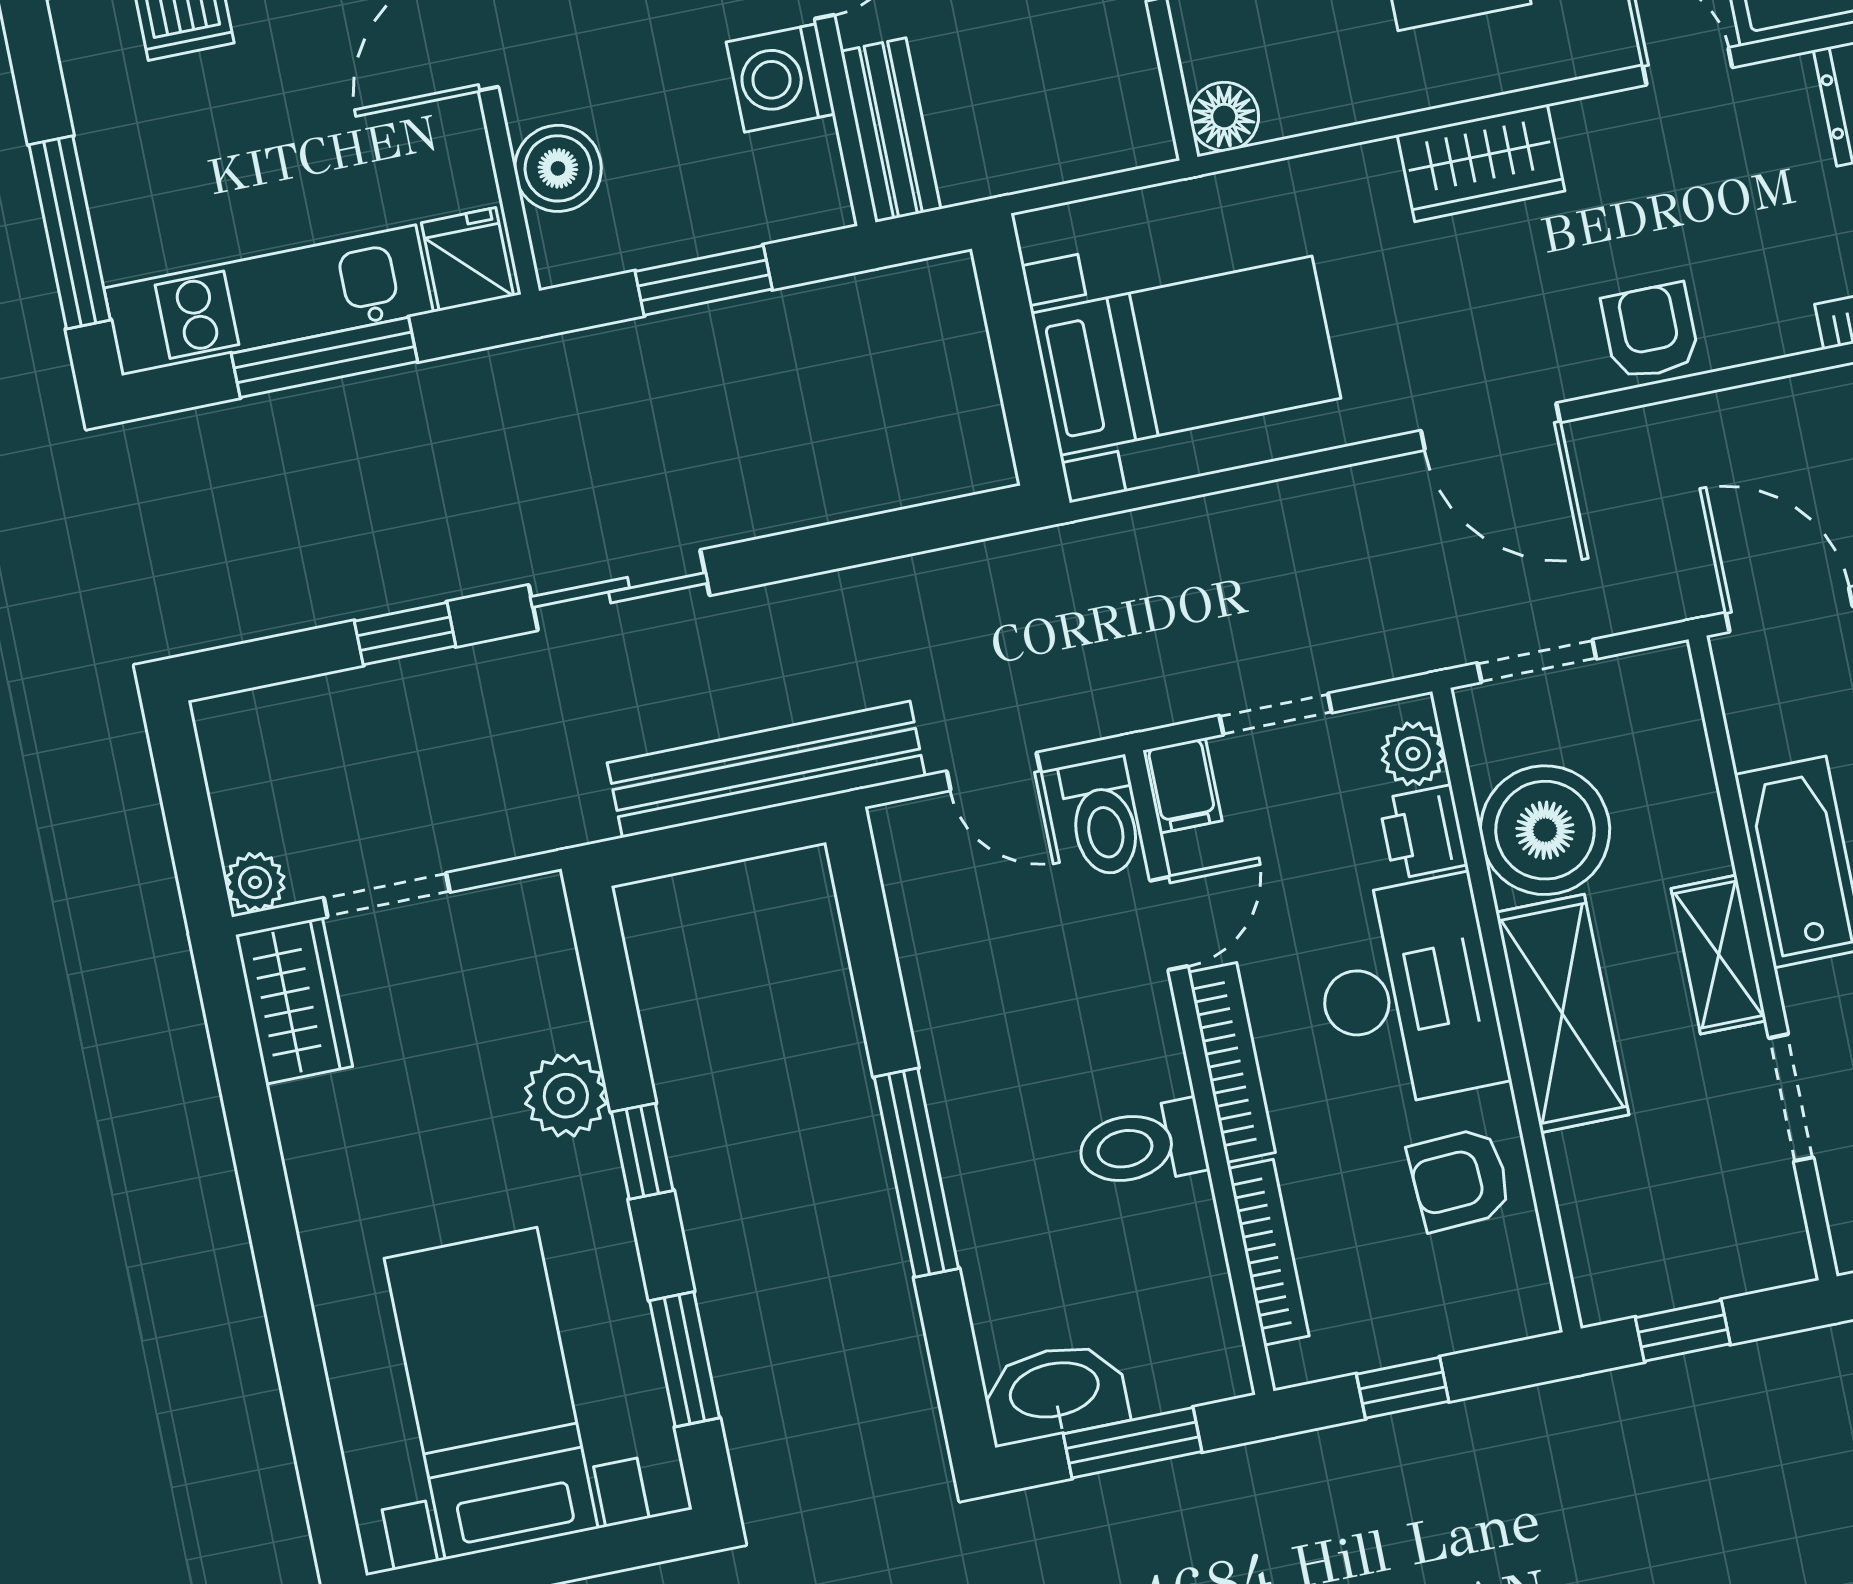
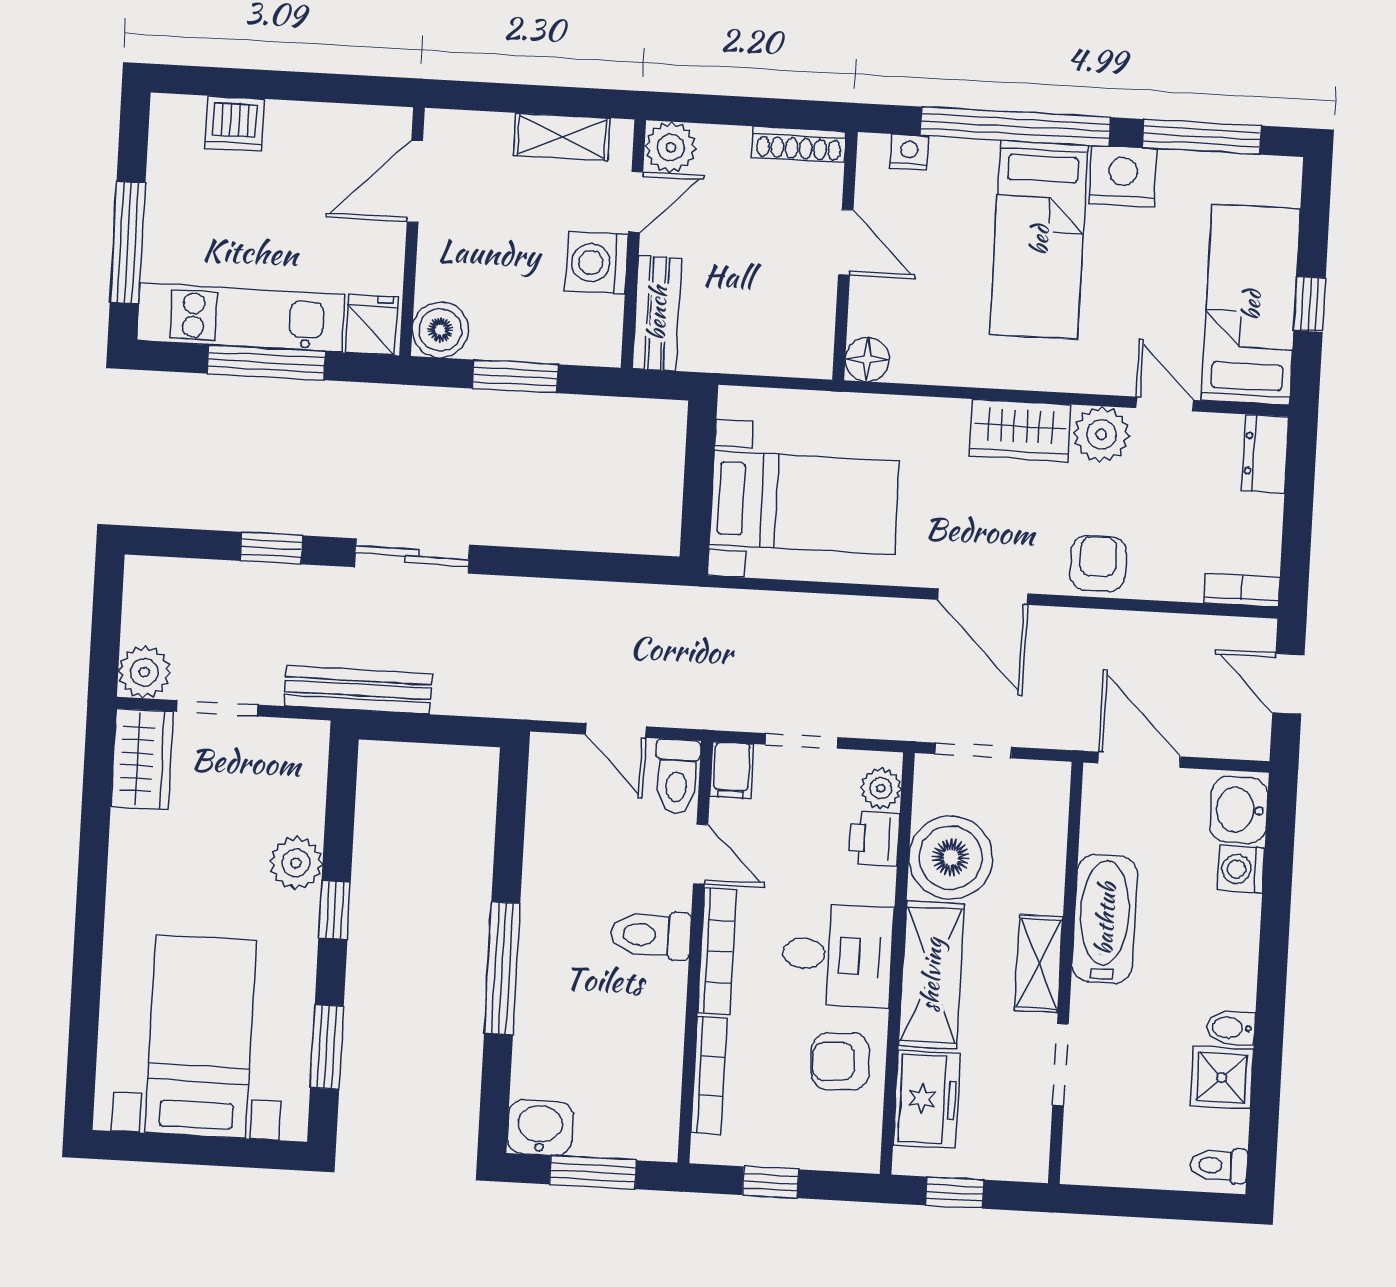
plant: (1604, 137) -> (1101, 434), added
boiler: (558, 168) -> (440, 330), moved
bench: (766, 769) -> (358, 690), moved, width x0.73, depth x0.82
plant: (255, 882) -> (144, 672), width x1.38, depth x1.38
door: (1169, 923) -> (701, 854), hinge flipped
desk: (1408, 992) -> (837, 955), width x0.73
toilet: (1142, 1145) -> (650, 935), moved
freezer: (1604, 1202) -> (927, 1099), added
washbasin: (1055, 1392) -> (540, 1127), width x0.72

